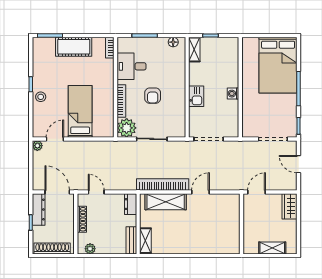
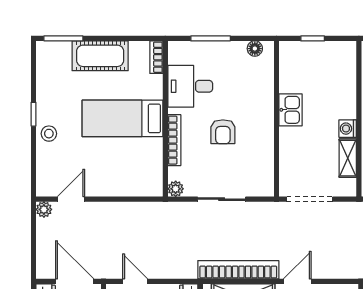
shelving: (194, 50) -> (348, 158), moved
kitchen sink: (196, 96) -> (291, 110), moved
bed: (80, 111) -> (122, 118), moved, turned -90
plant: (127, 128) -> (176, 189), width x0.53, depth x0.53

